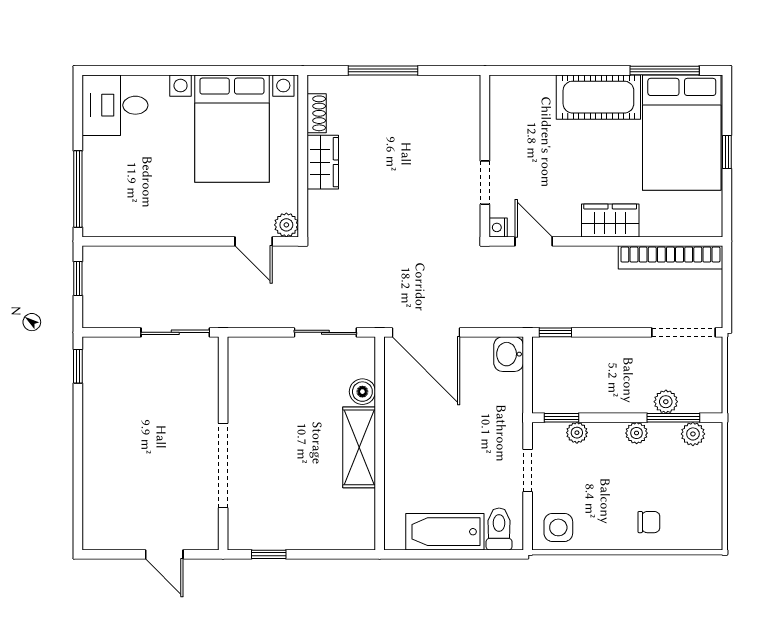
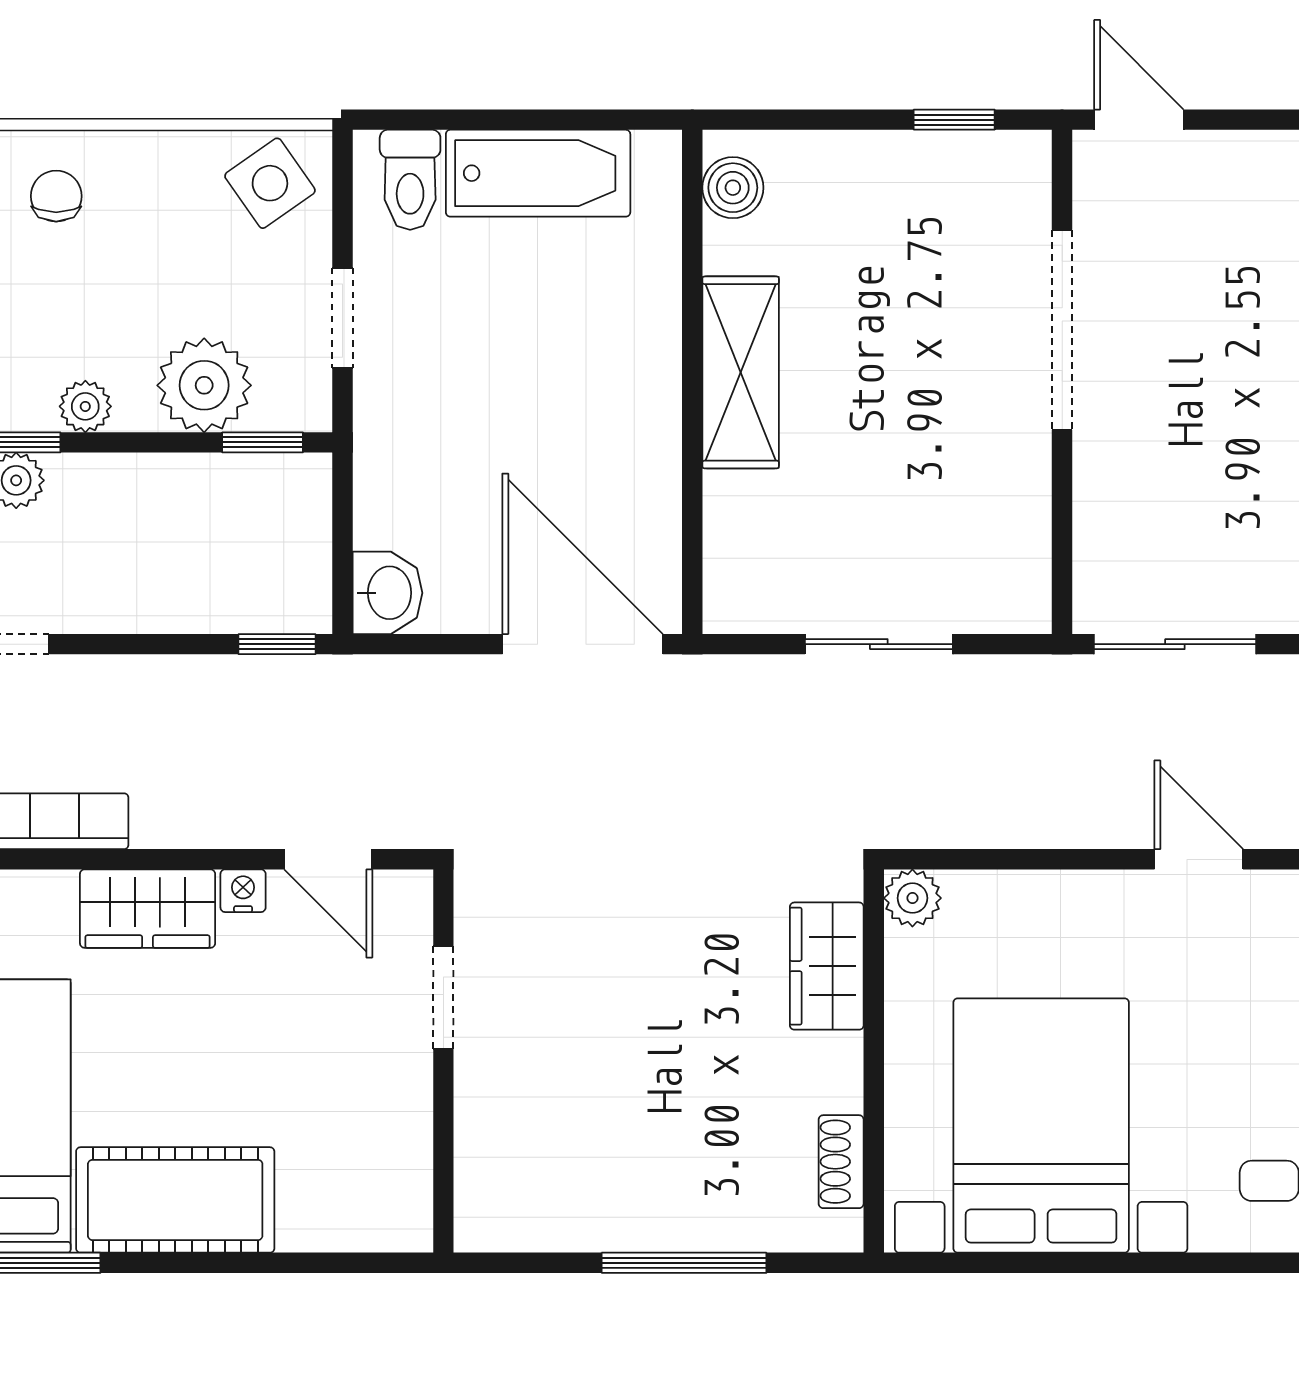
wardrobe: (323, 162) -> (827, 966), moved
nightstand: (498, 227) -> (243, 891), moved, turned -90
door: (254, 241) -> (1199, 859), moved
sliding door: (325, 332) -> (879, 644), moved
boiler: (362, 392) -> (733, 188), moved
plant: (577, 433) -> (204, 385), width x1.88, depth x1.88
chair: (649, 522) -> (56, 196), turned 90
side table: (558, 527) -> (270, 183), turned -35
door: (164, 554) -> (1139, 120), moved

